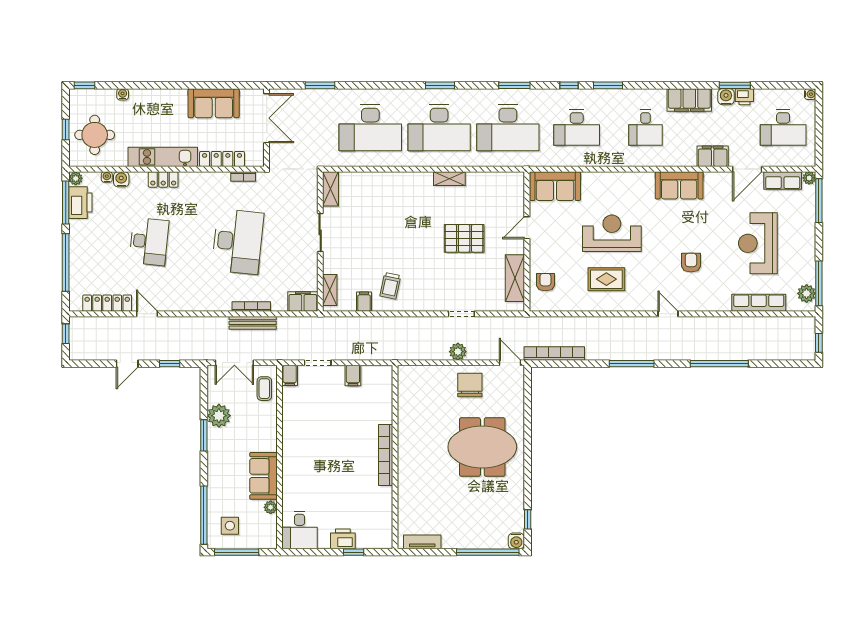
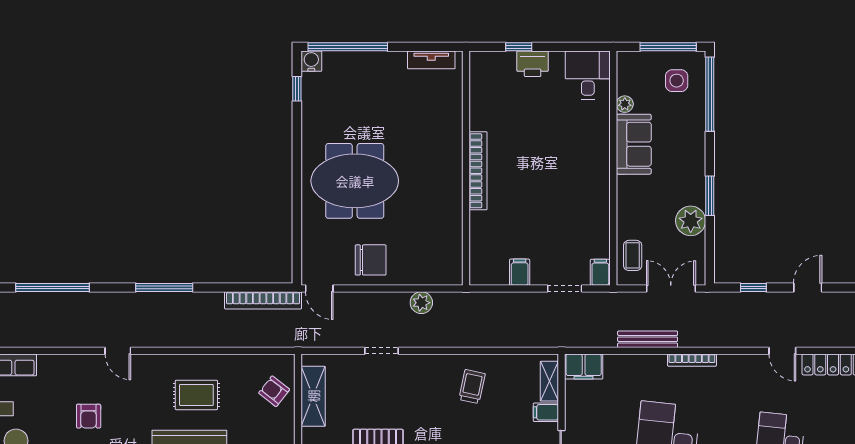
armchair: (545, 282) -> (274, 391), turned 128
filing cabinet: (364, 302) -> (546, 412), moved, turned 90
bookcase: (251, 307) -> (692, 360), moved
plant: (458, 352) -> (421, 303), moved
chair: (470, 385) -> (371, 260), turned -90

